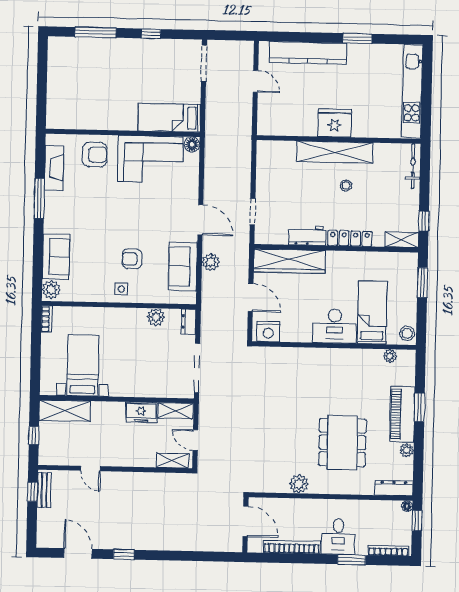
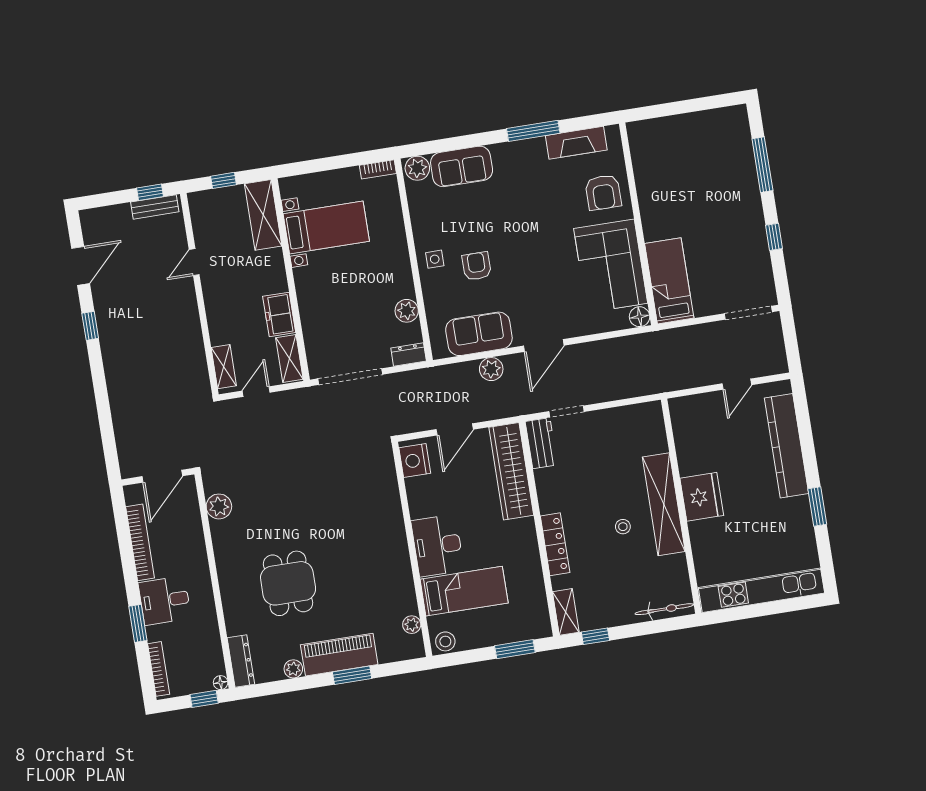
workbench: (307, 236) -> (541, 443), moved
dining table: (342, 443) -> (288, 583), width x0.73
plant: (299, 484) -> (219, 506), moved

